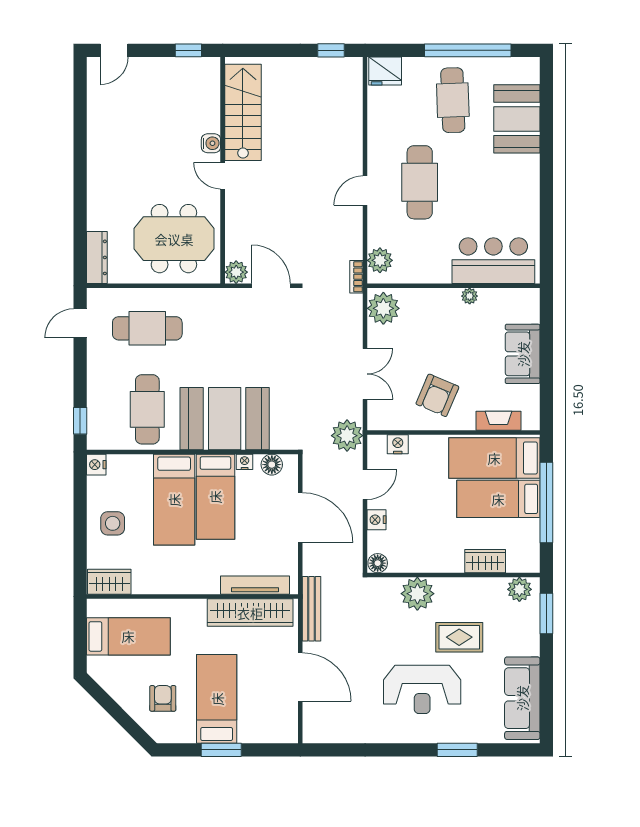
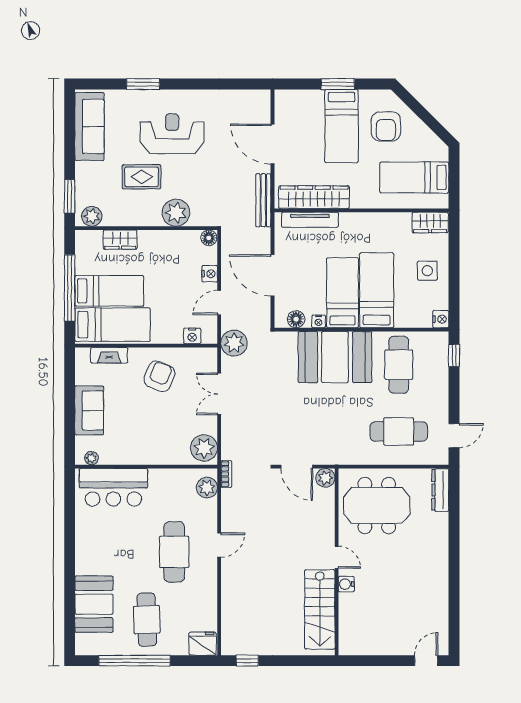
window: (188, 50) -> (365, 661), removed
plant: (470, 296) -> (91, 458), moved
armchair: (163, 698) -> (386, 126), width x1.38, depth x1.38

